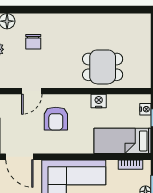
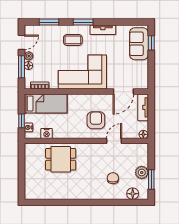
nightstand: (99, 101) -> (47, 133), moved
door: (19, 157) -> (123, 92), swing flipped

